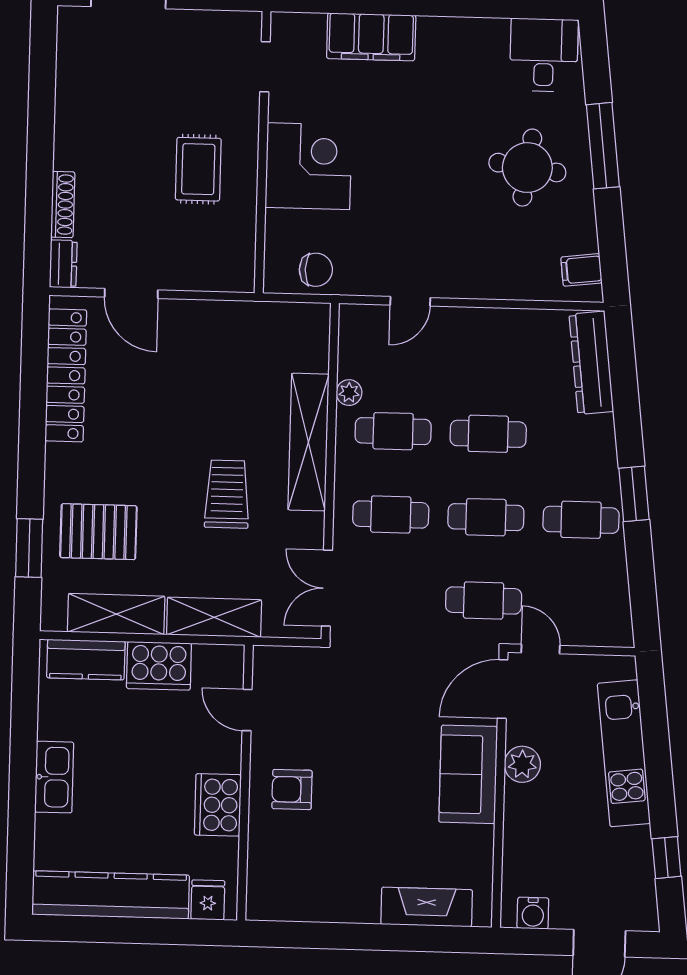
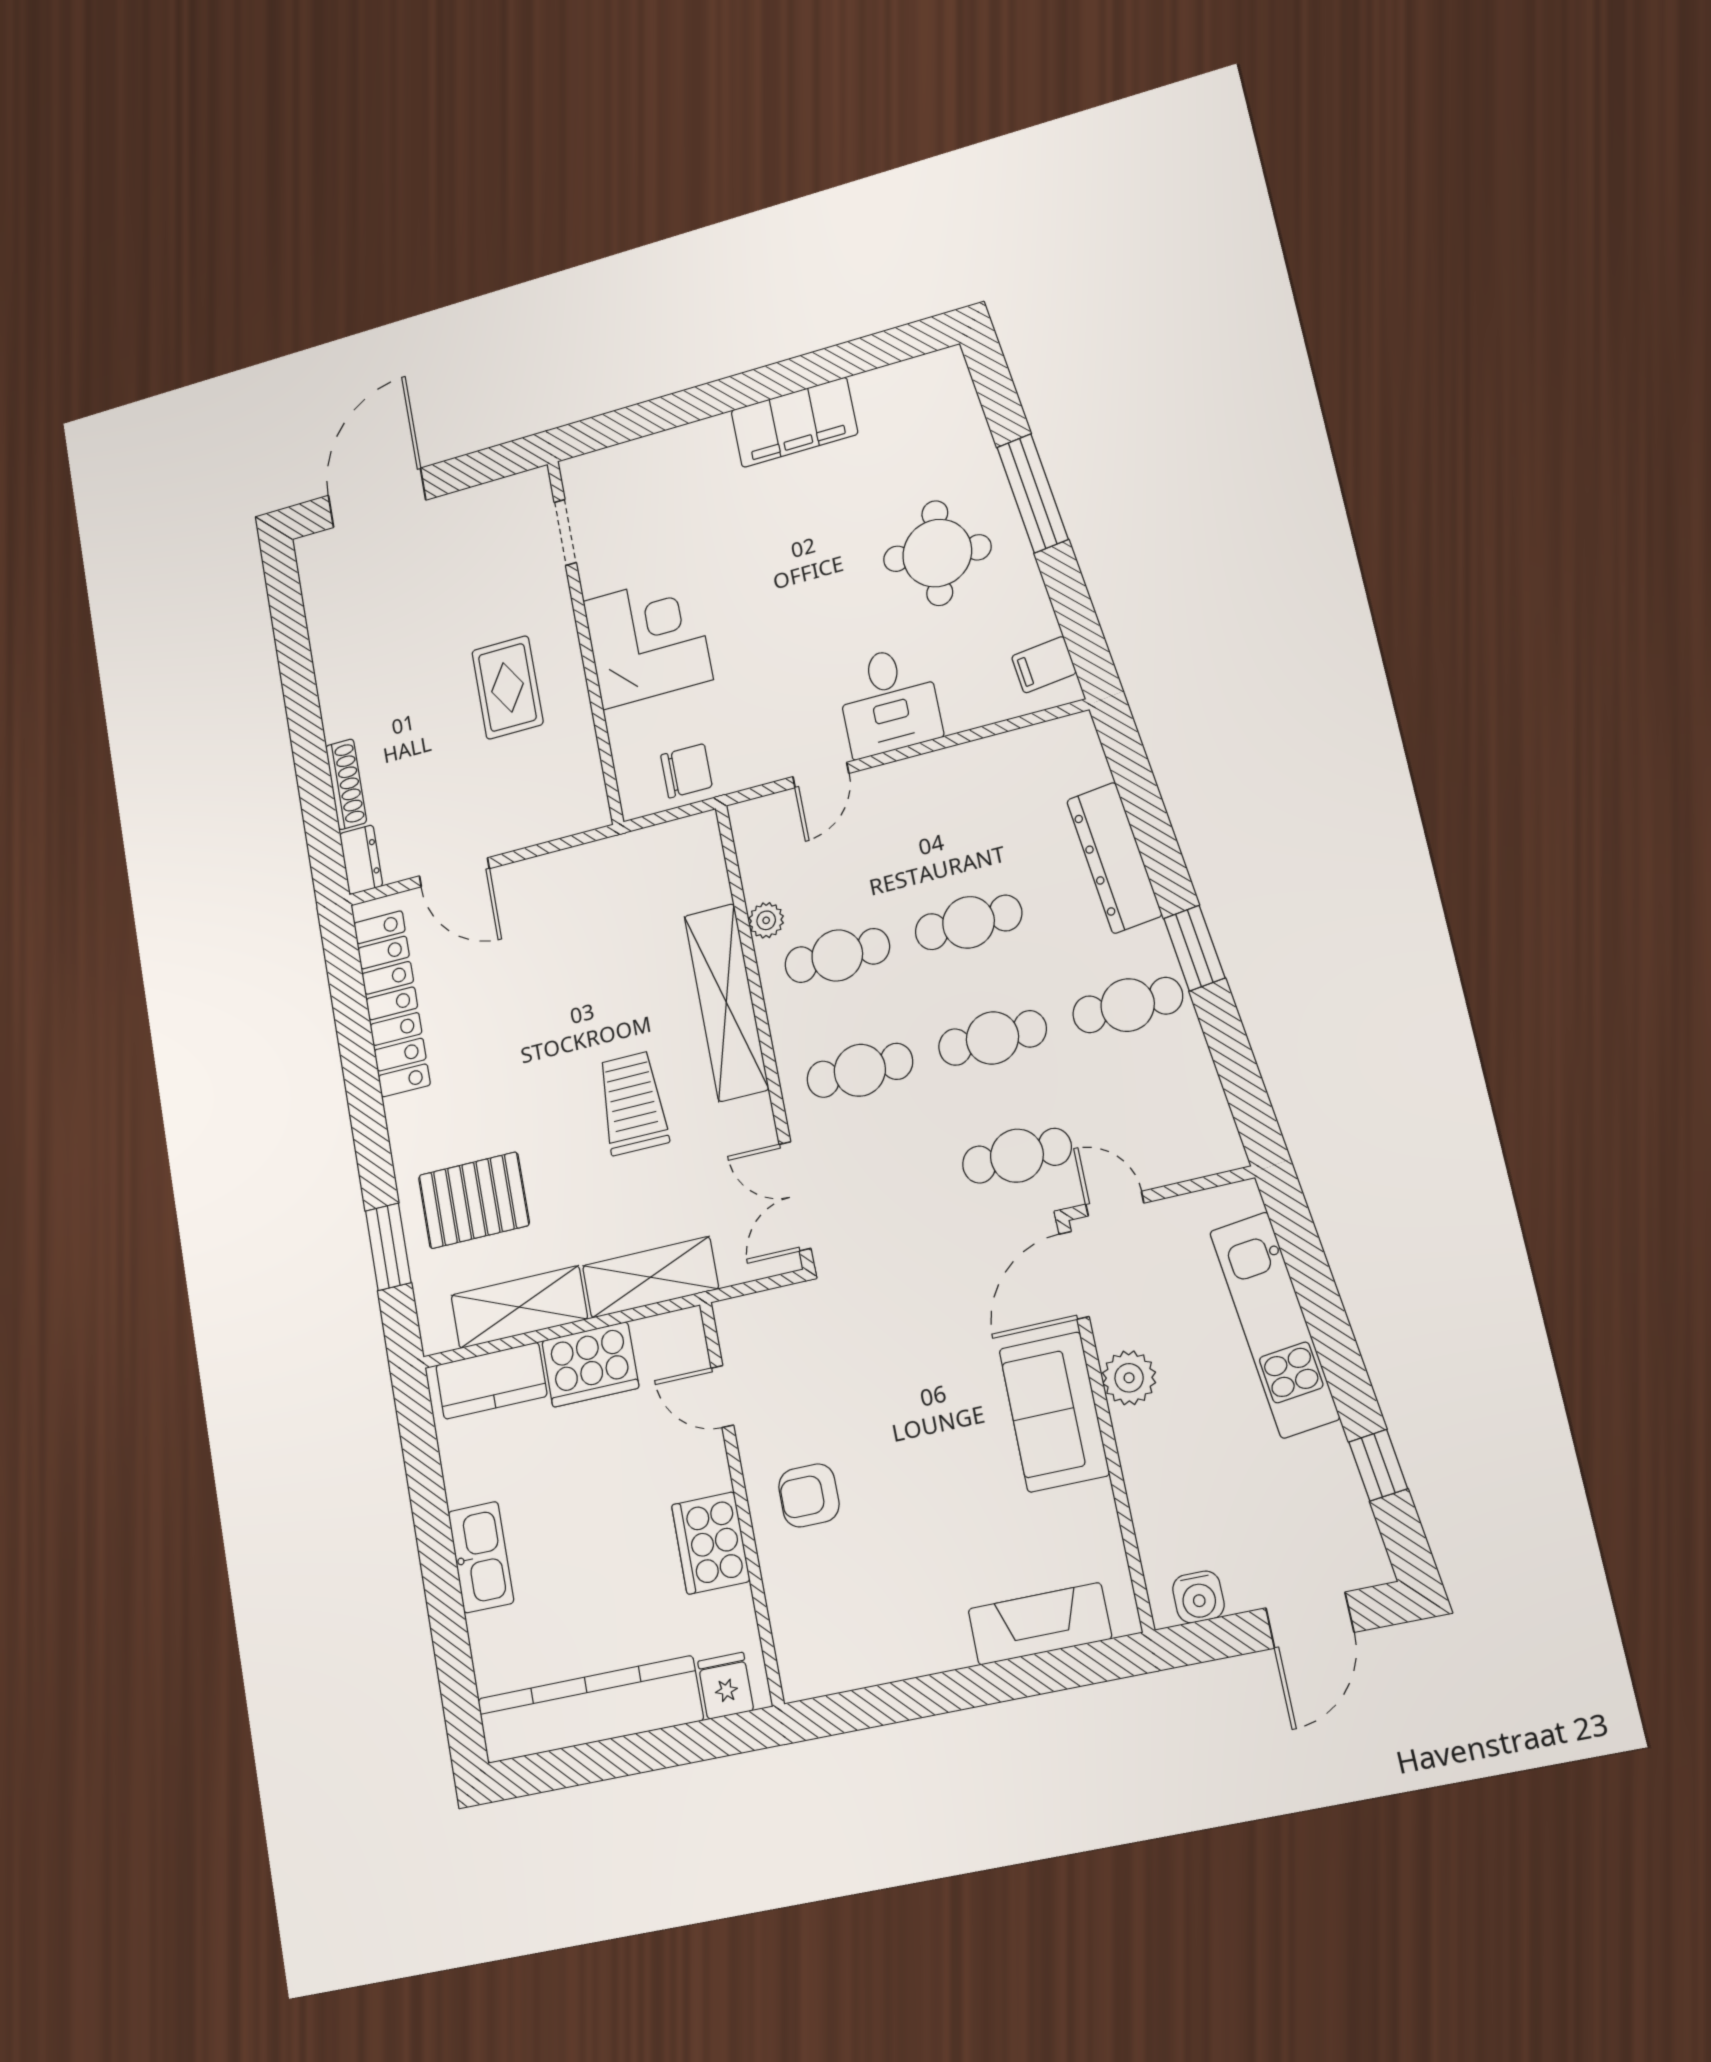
filing cabinet: (371, 37) -> (794, 422), moved
desk: (544, 55) -> (889, 701), moved, turned 180
dresser: (591, 363) -> (1114, 858), moved

